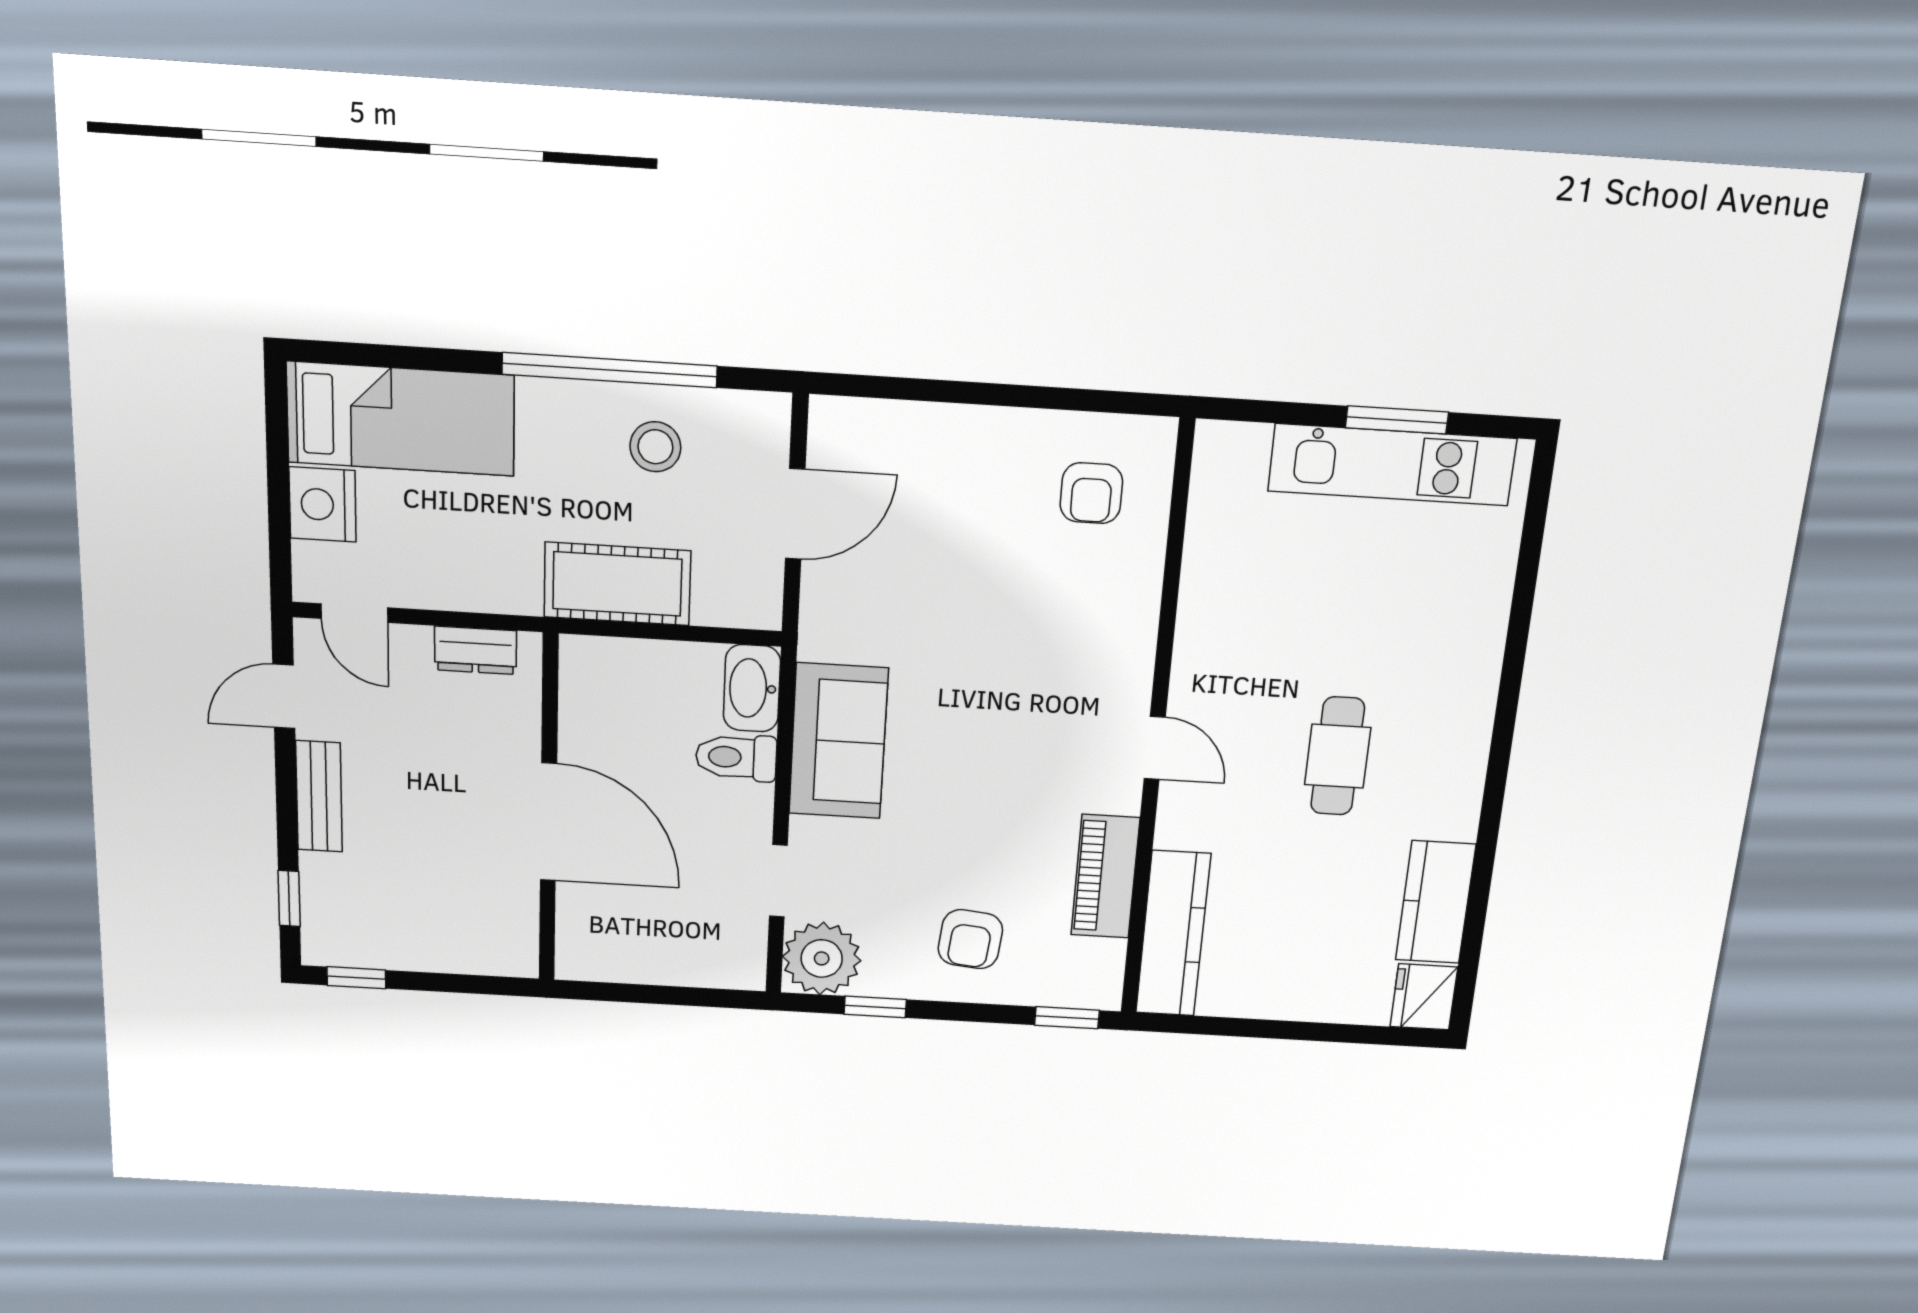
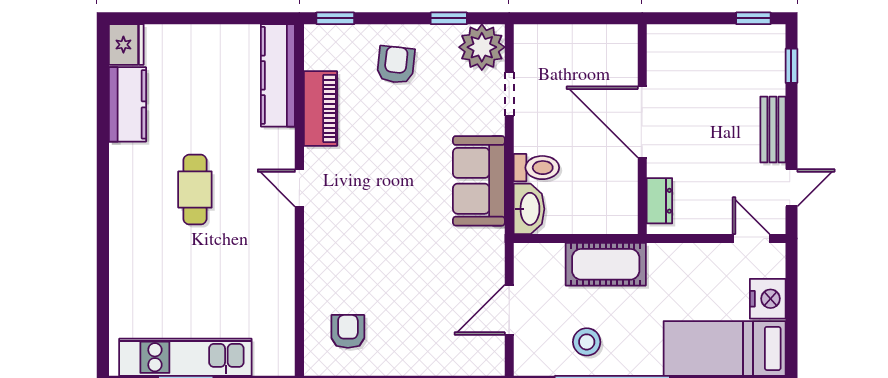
dresser: (475, 650) -> (659, 201), moved, turned 90

